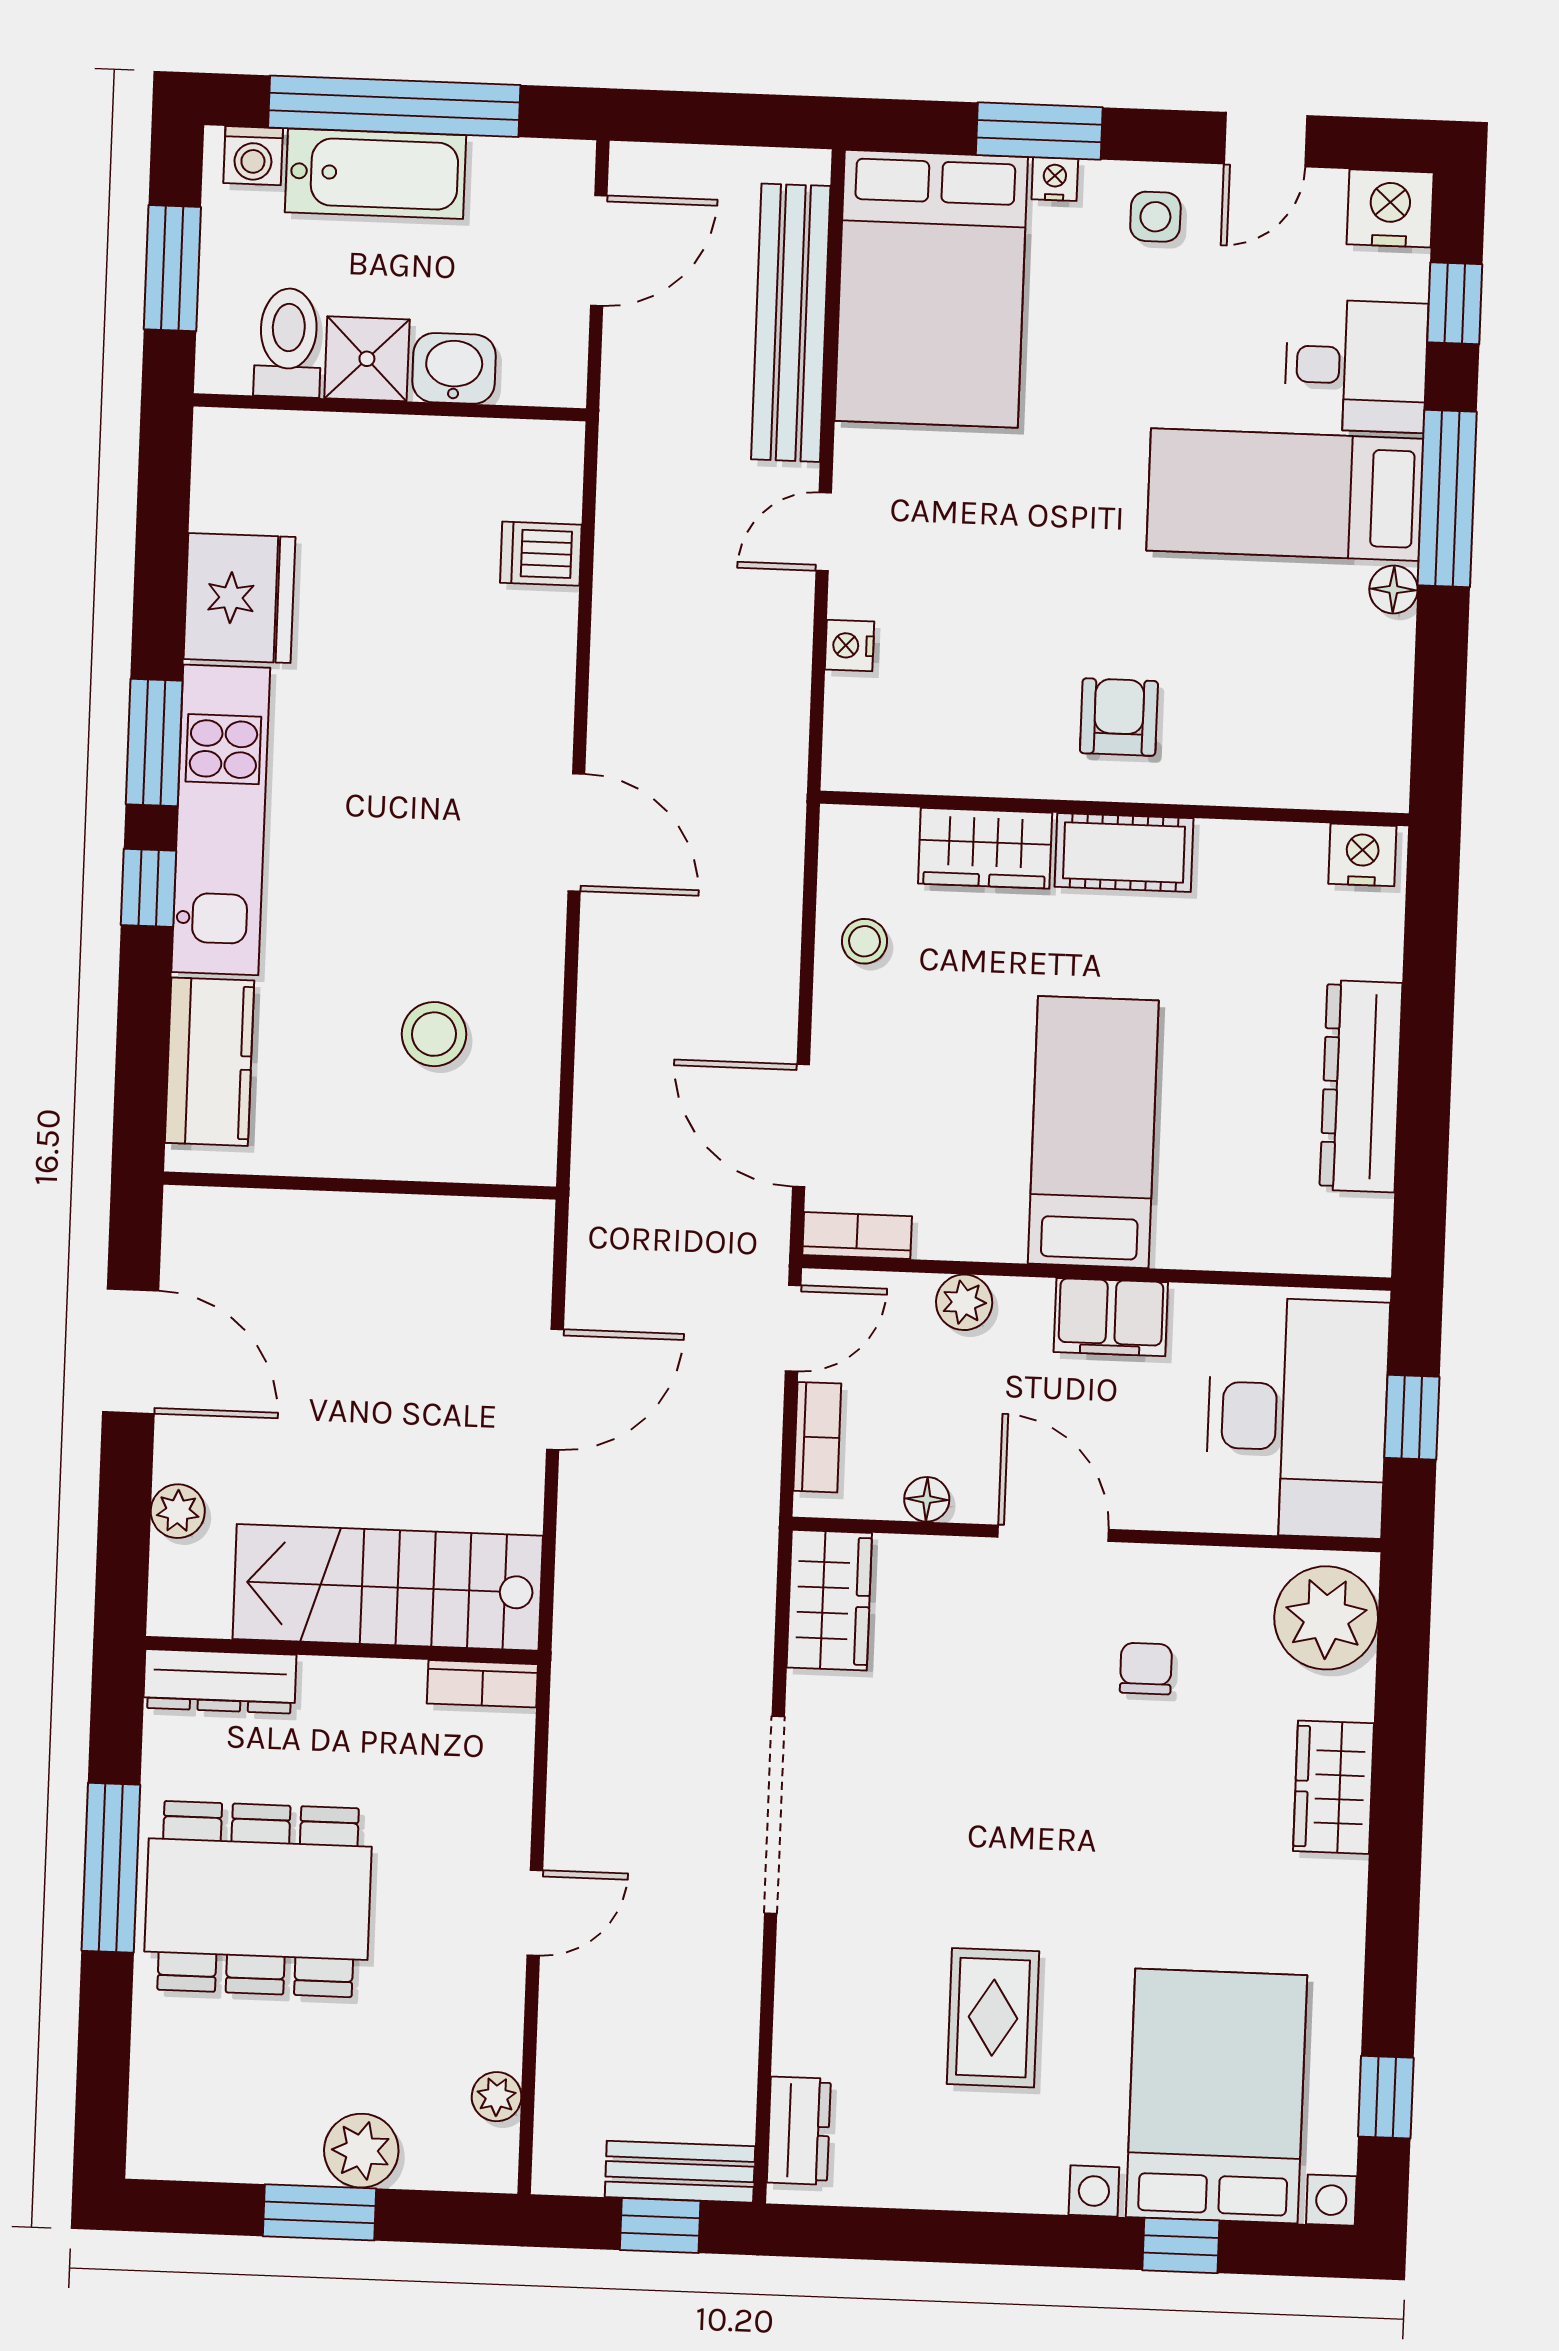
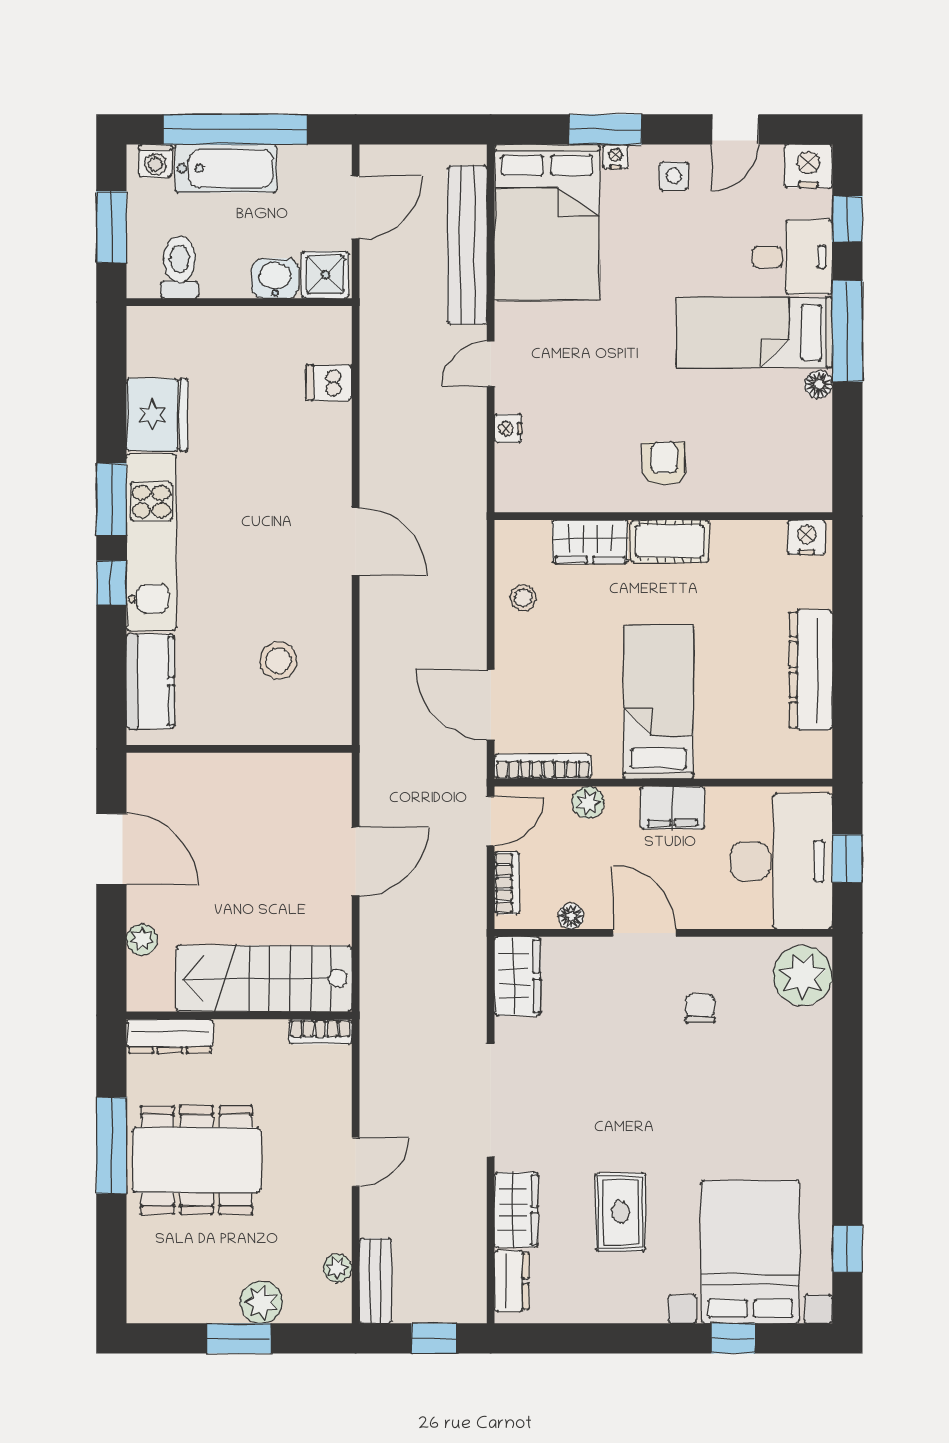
shower: (367, 359) -> (325, 275), moved
bookcase: (857, 1236) -> (543, 767), width x1.56
wardrobe: (1333, 1787) -> (516, 1210), moved, turned 180
bench: (680, 2172) -> (376, 1281), moved, turned 90

